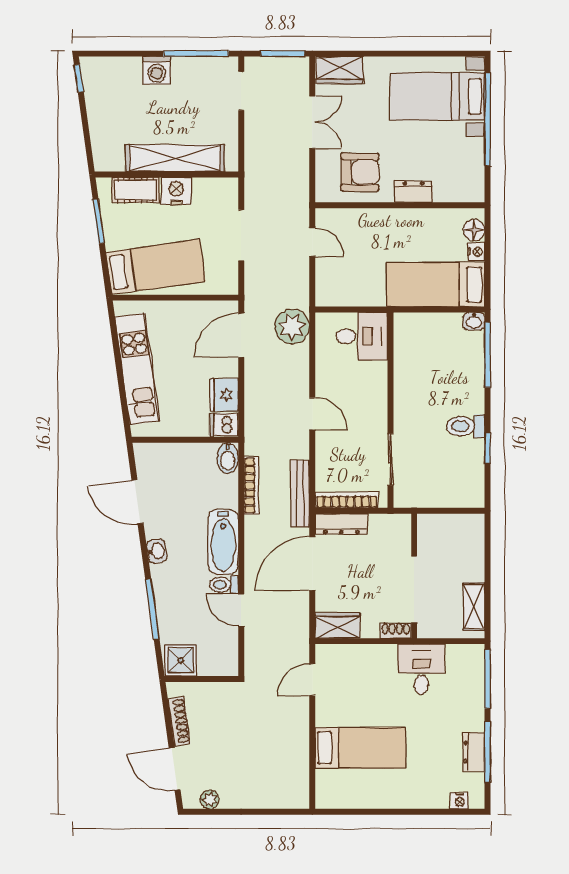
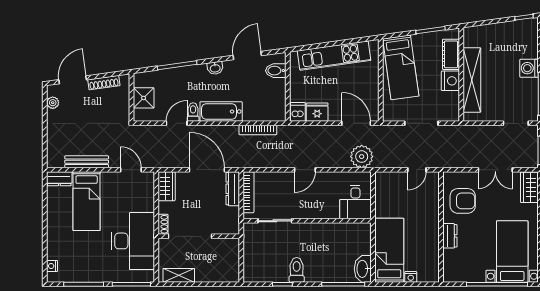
armchair: (360, 172) -> (463, 201), turned -90
floor lamp: (474, 230) -> (425, 275), removed
washbasin: (474, 321) -> (363, 269), width x1.91, depth x1.45
bidet: (228, 458) -> (276, 71), moved
bench: (300, 494) -> (87, 162), moved
shower: (181, 660) -> (144, 98), moved
desk: (421, 669) -> (133, 241), width x1.87, depth x1.30
dresser: (474, 752) -> (59, 179), moved, turned 180

